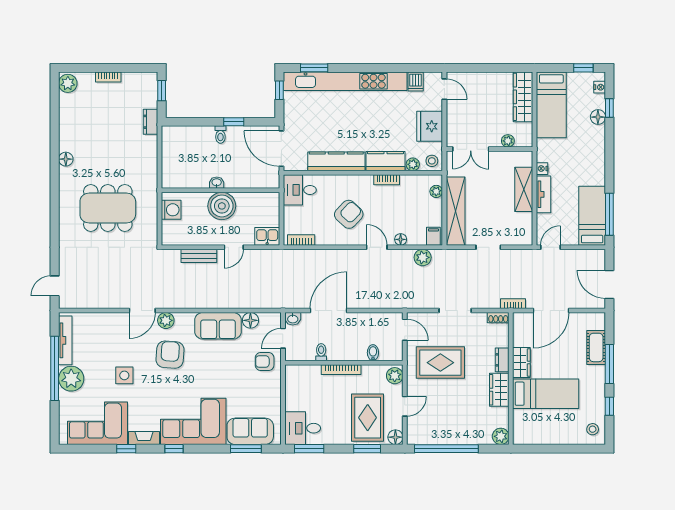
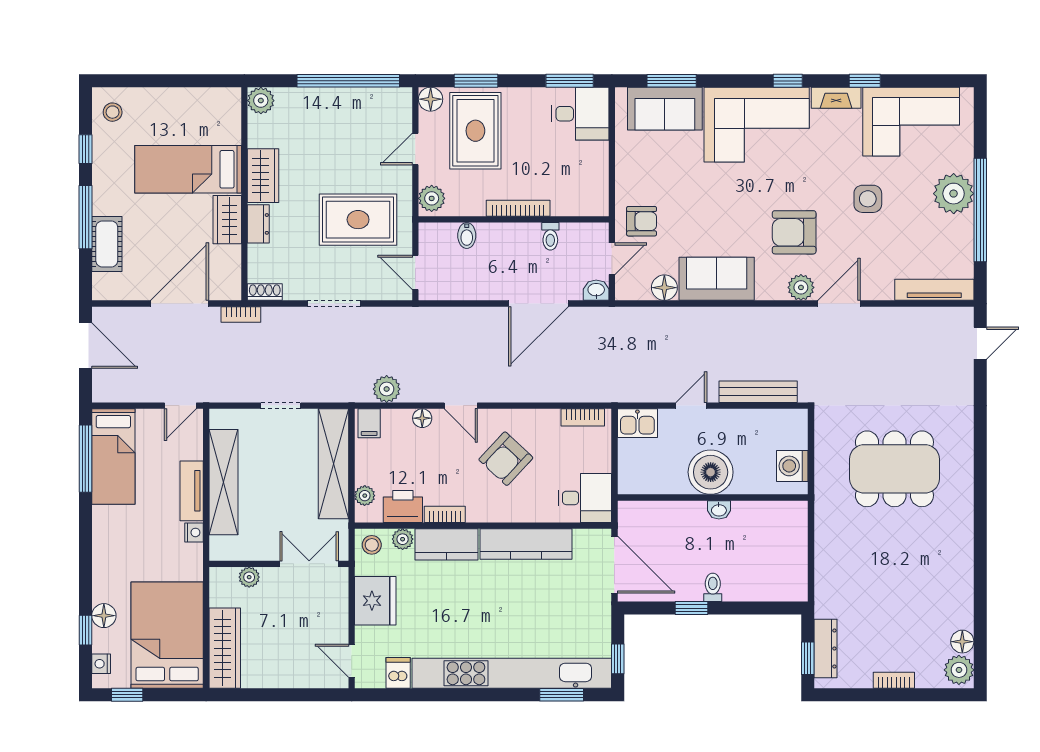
bed: (551, 105) -> (167, 635), width x1.50
dresser: (151, 122) -> (825, 648), moved, width x1.44
floor lamp: (66, 159) -> (962, 642), moved
printer: (413, 185) -> (403, 506), added
shelving: (524, 189) -> (224, 482), width x1.47
bench: (199, 256) -> (758, 392), width x1.36
tv unit: (65, 340) -> (934, 290), moved, turned 90
armchair: (170, 355) -> (794, 232), turned 86

